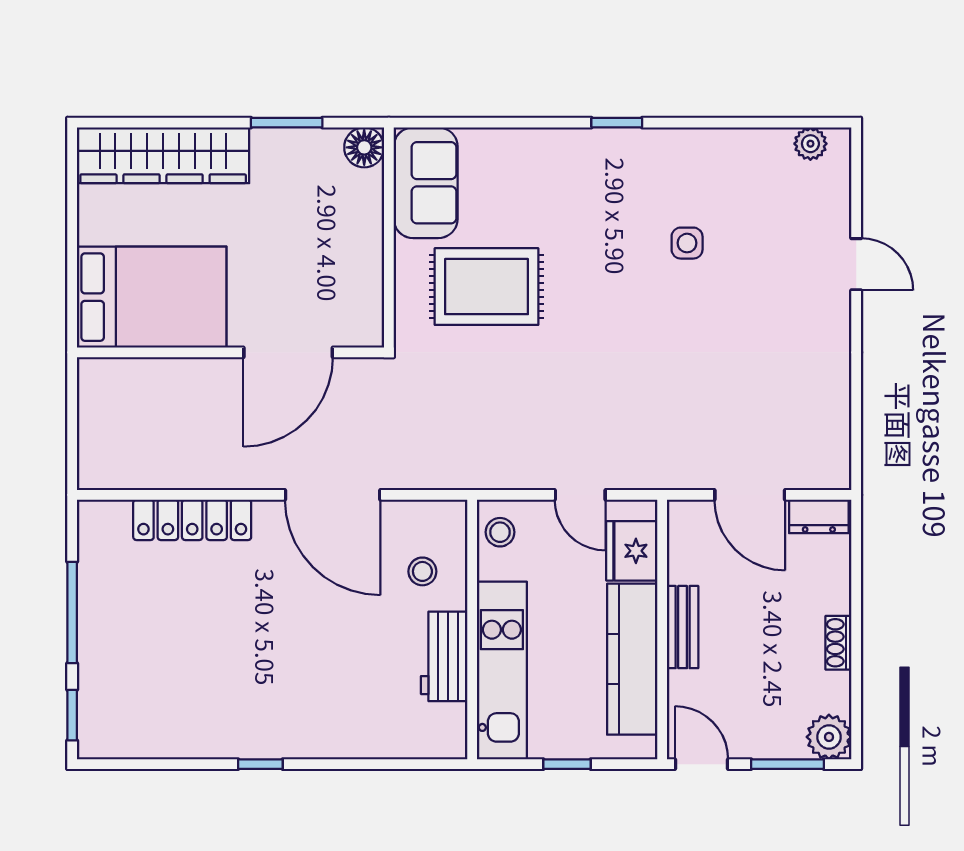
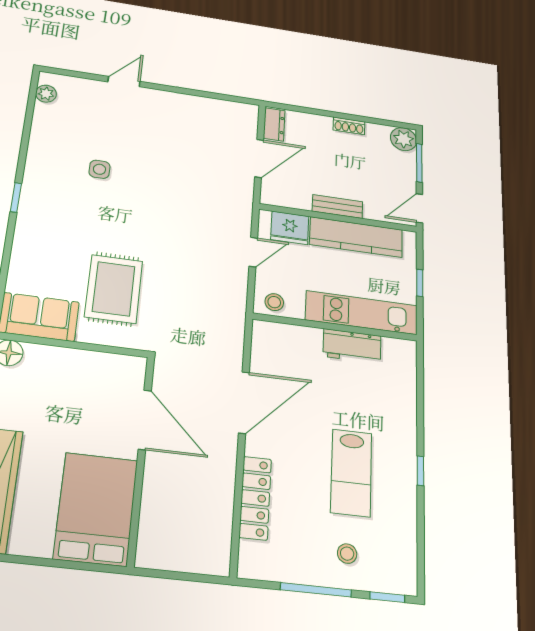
stool: (422, 571) -> (347, 554), moved
lab bench: (245, 659) -> (351, 473), added

